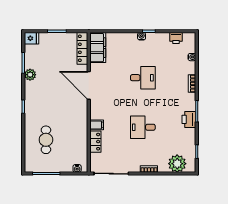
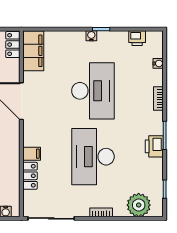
locker: (82, 48) -> (13, 45), width x0.66
desk: (143, 78) -> (93, 91), width x1.87, depth x1.30
desk: (143, 127) -> (93, 157), width x1.87, depth x1.30

